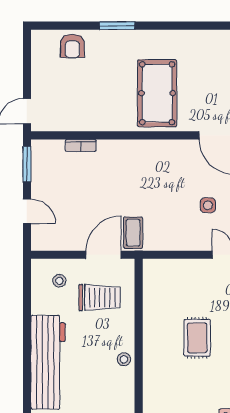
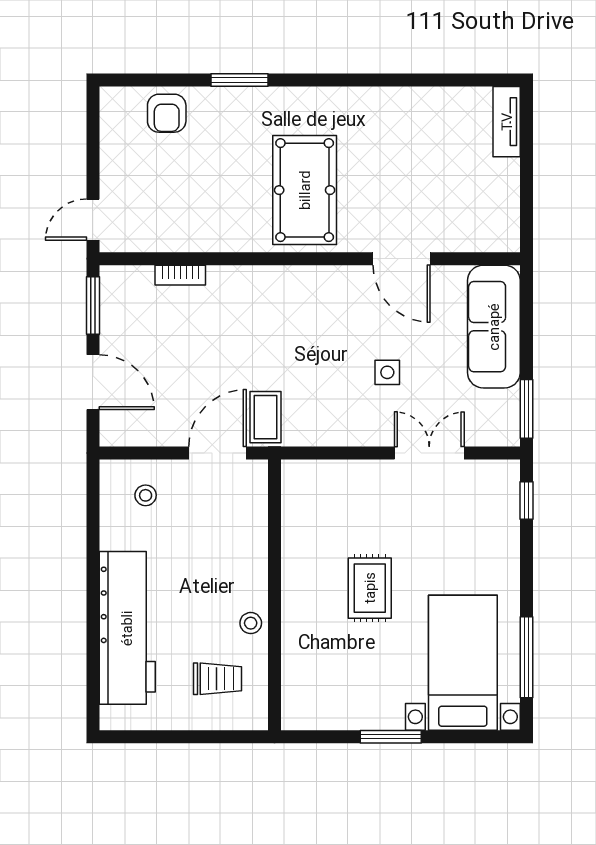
door: (27, 211) -> (93, 382), width x1.38
trolley: (100, 298) -> (217, 679), moved, width x0.73, depth x0.72

